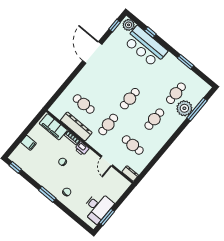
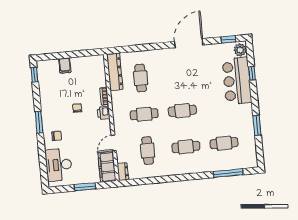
plant: (184, 108) -> (219, 162), removed
dresser: (76, 126) -> (115, 72), moved
filing cabinet: (53, 127) -> (107, 167), moved
desk: (98, 207) -> (59, 165), moved, turned 90
window: (107, 217) -> (85, 187), moved

